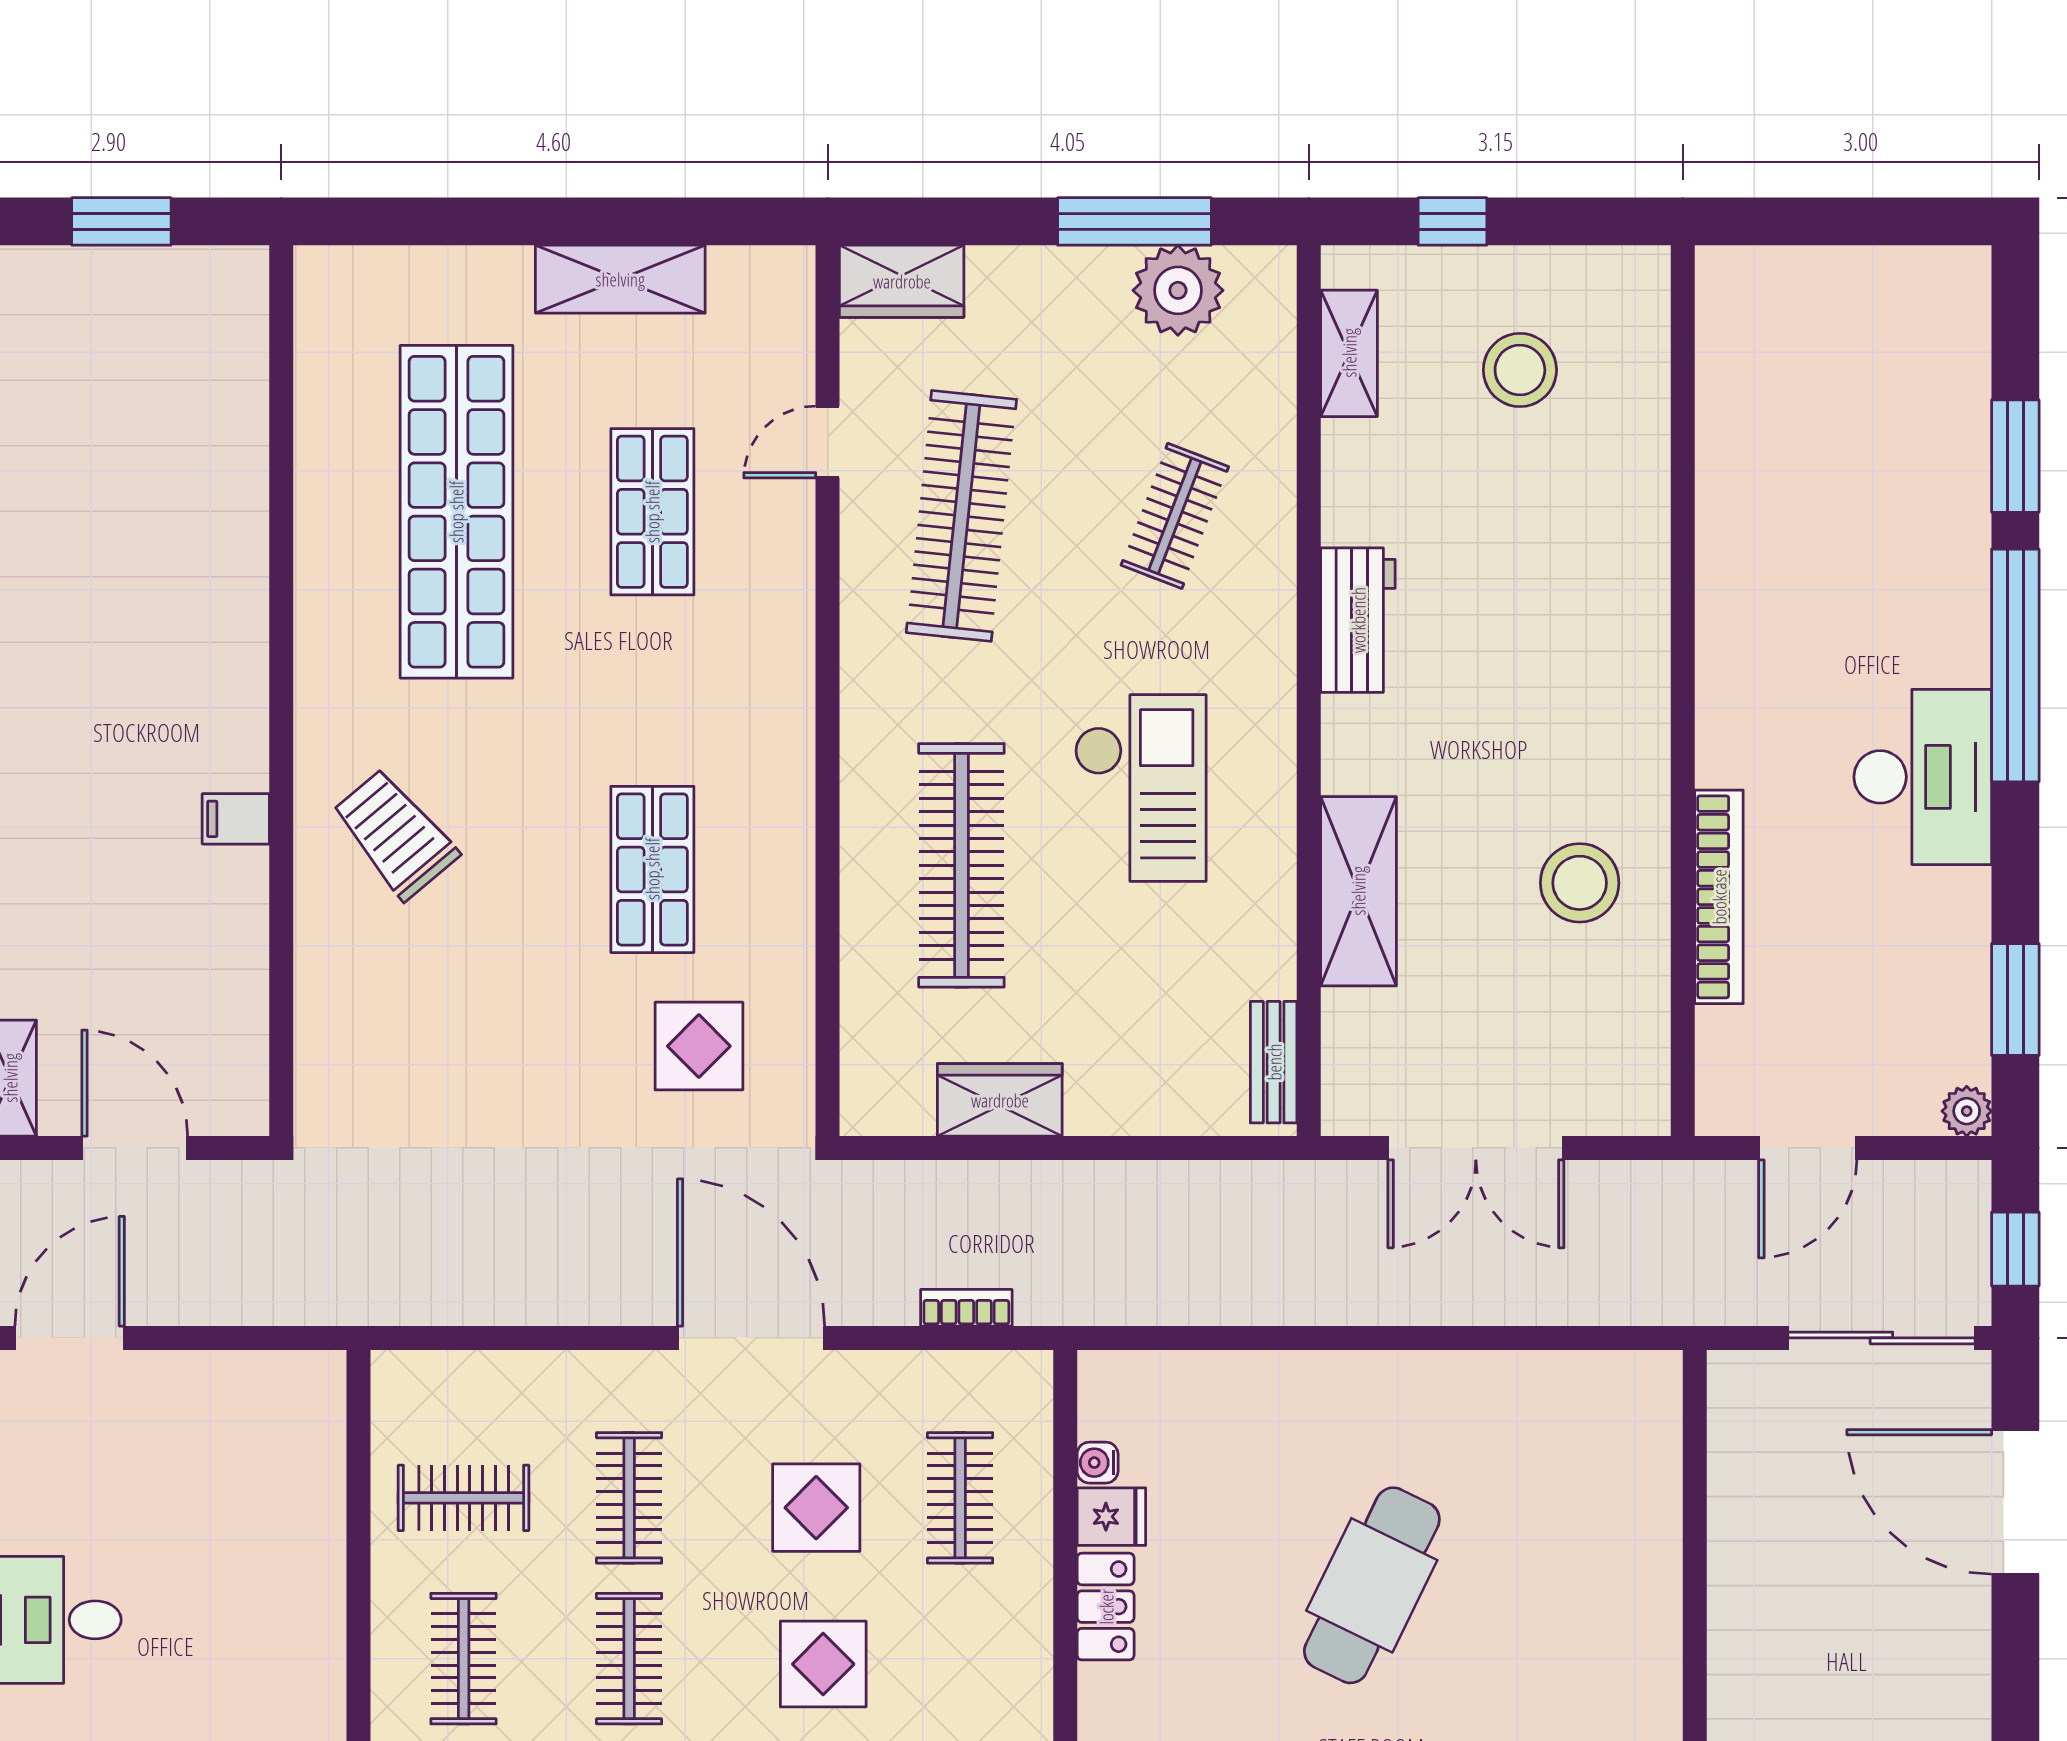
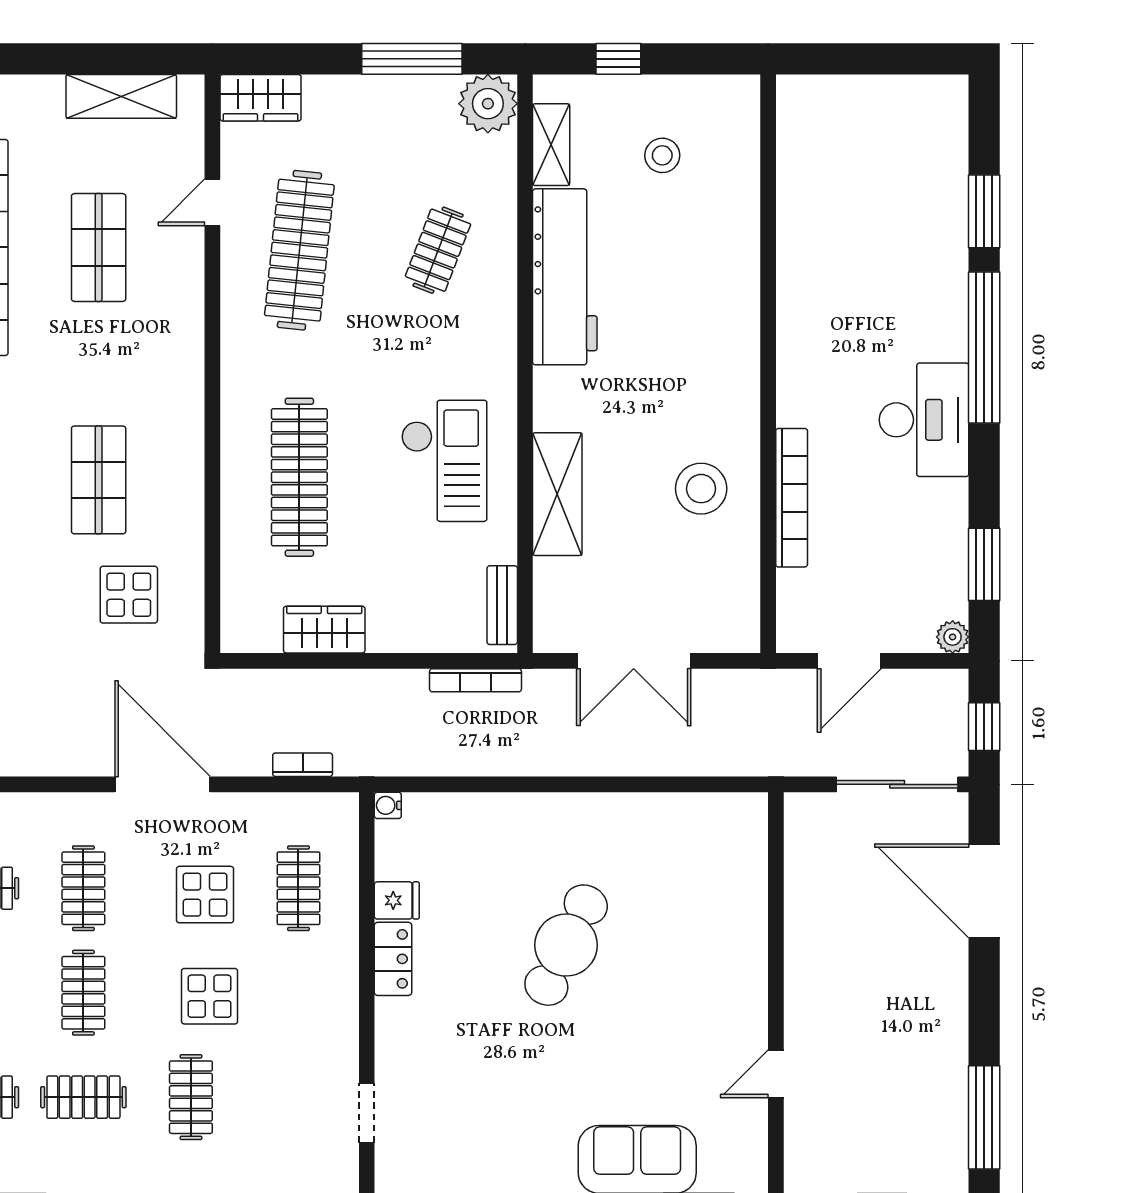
shelving: (620, 279) -> (121, 96), moved
plant: (1178, 290) -> (488, 104), moved
stool: (1520, 370) -> (662, 155), width x0.73, depth x0.73
workbench: (1358, 620) -> (565, 277), width x1.87, depth x1.32
checkout: (1140, 788) -> (444, 461), moved
bookcase: (1232, 1178) -> (476, 680), added
water cooler: (1098, 1463) -> (388, 805), moved

